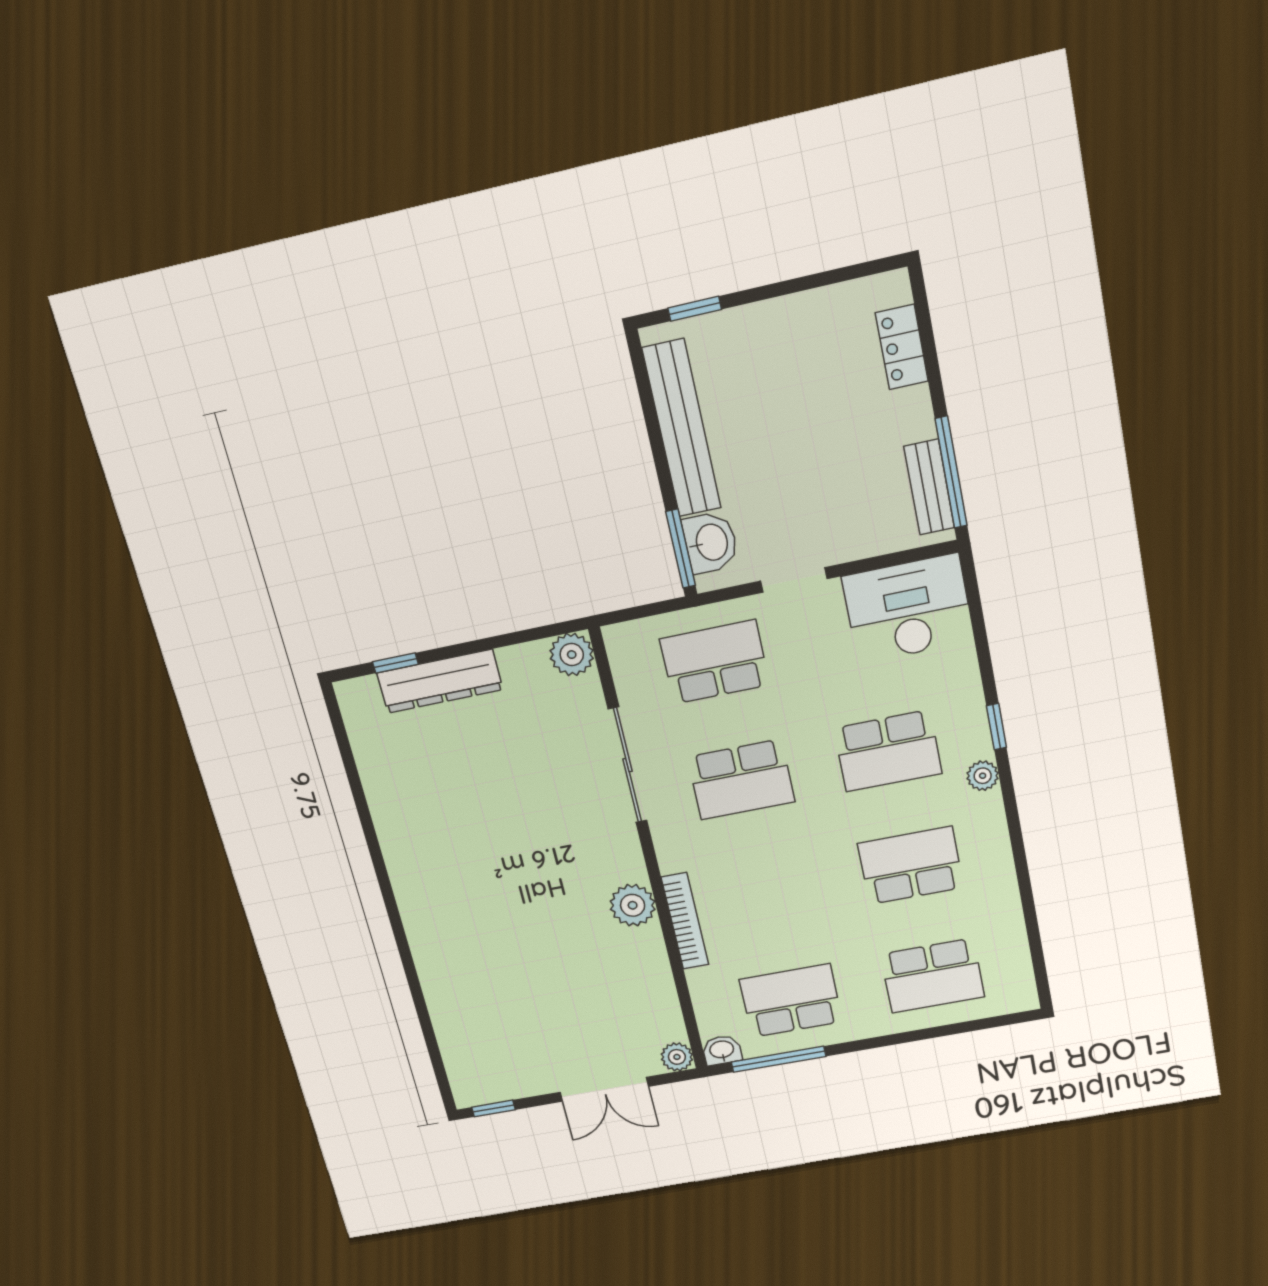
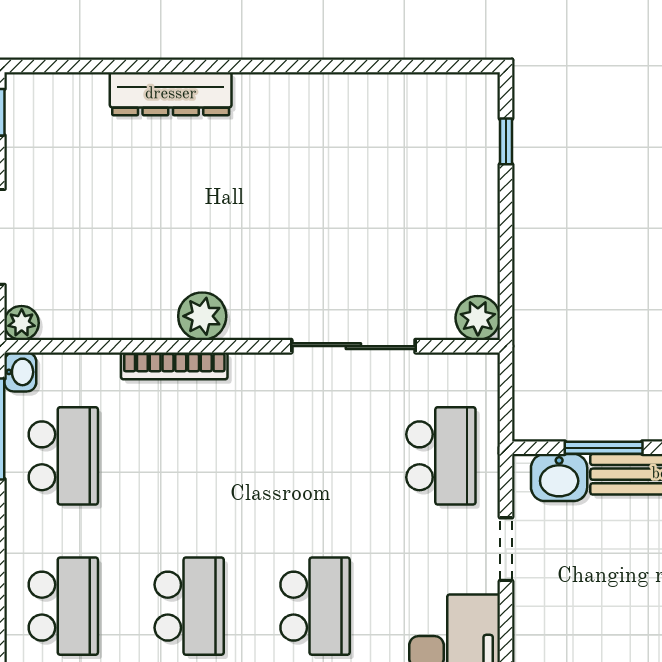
window: (681, 549) -> (604, 448), moved
dresser: (440, 681) -> (171, 94), moved, turned -90
school desk: (888, 751) -> (315, 606), turned 180
school desk: (741, 779) -> (315, 456), removed
school desk: (932, 976) -> (63, 606), turned 180

